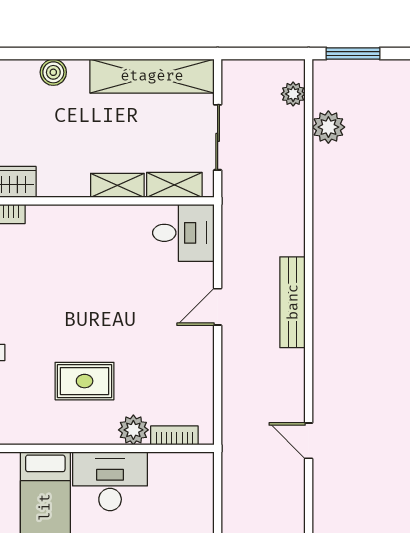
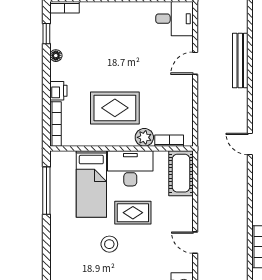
rug: (85, 381) -> (115, 108), width x1.36, depth x1.43
cot: (194, 489) -> (181, 173), added

